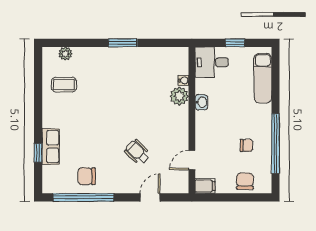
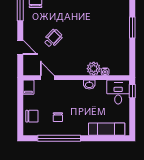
window: (235, 43) -> (132, 91), moved

